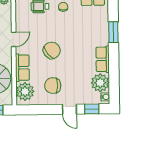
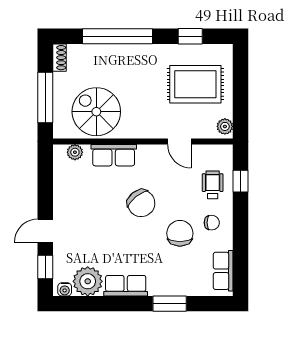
door: (14, 39) -> (179, 142), moved
chair: (53, 86) -> (180, 233), moved
plant: (25, 92) -> (75, 152), width x0.53, depth x0.53

